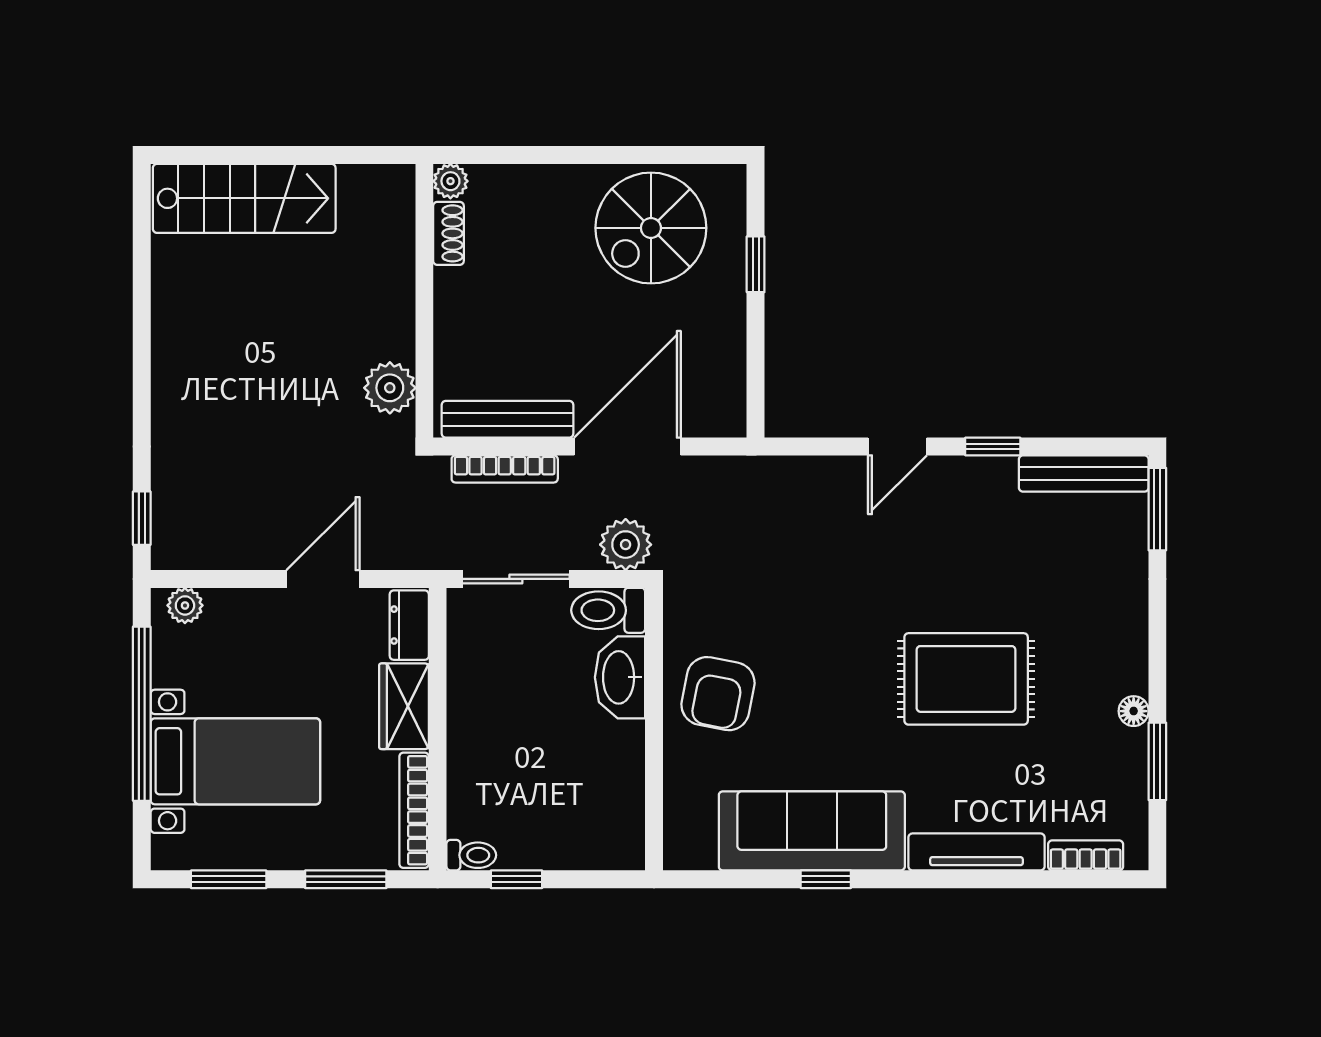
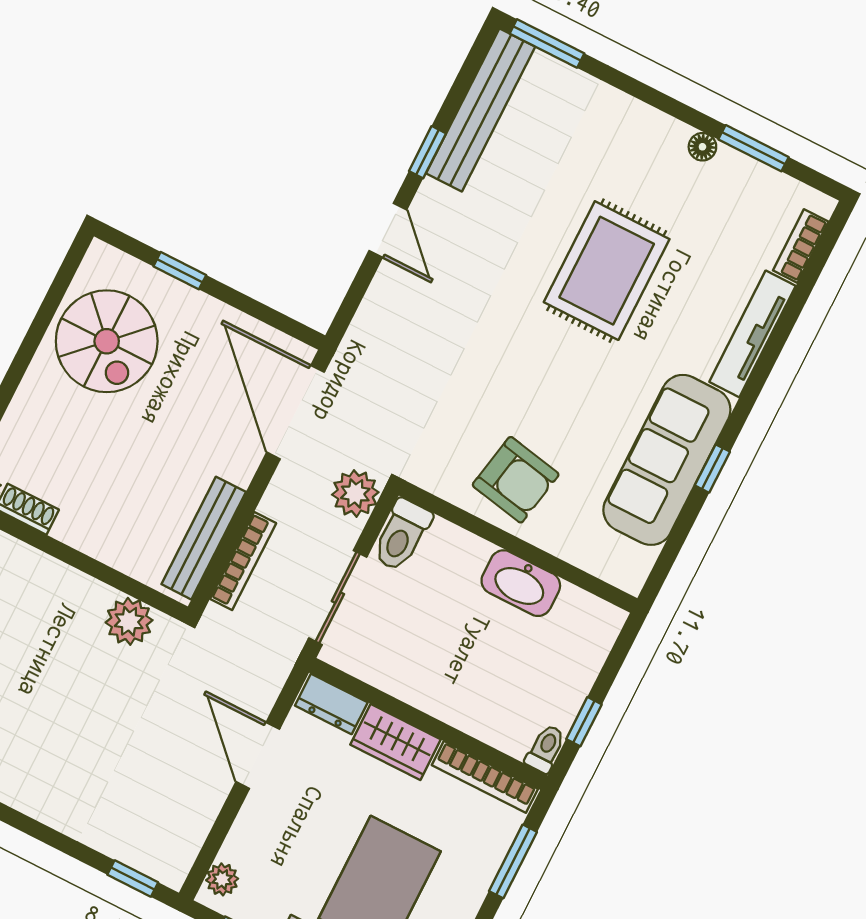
door: (627, 446) -> (296, 412), moved
bench: (1084, 473) -> (481, 110), width x1.37, depth x1.21
washbasin: (620, 677) -> (521, 583), moved

